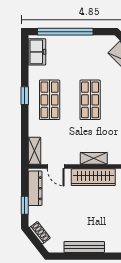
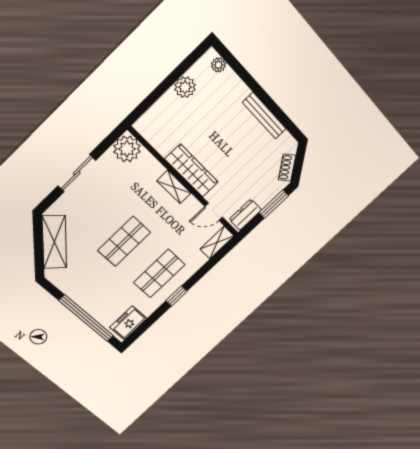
door: (56, 167) -> (214, 212), swing flipped
dresser: (35, 188) -> (245, 215), width x0.70
window: (25, 205) -> (274, 204), width x1.50

